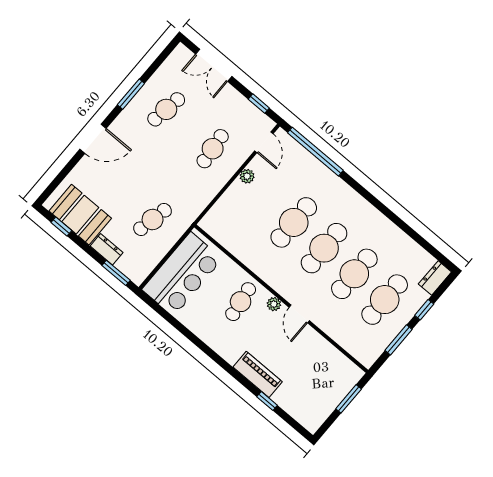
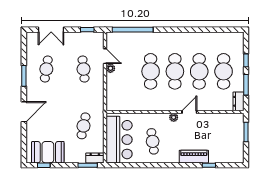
door: (264, 142) -> (105, 56), moved
dresser: (107, 249) -> (95, 158), moved
dresser: (435, 278) -> (238, 101), moved
cafe table: (241, 302) -> (153, 141), moved
door: (299, 314) -> (189, 112), swing flipped

